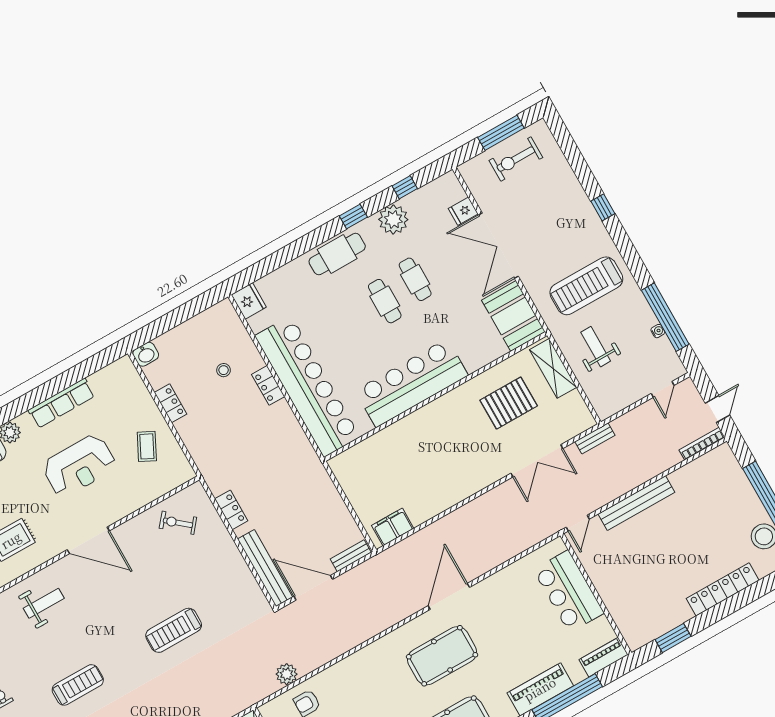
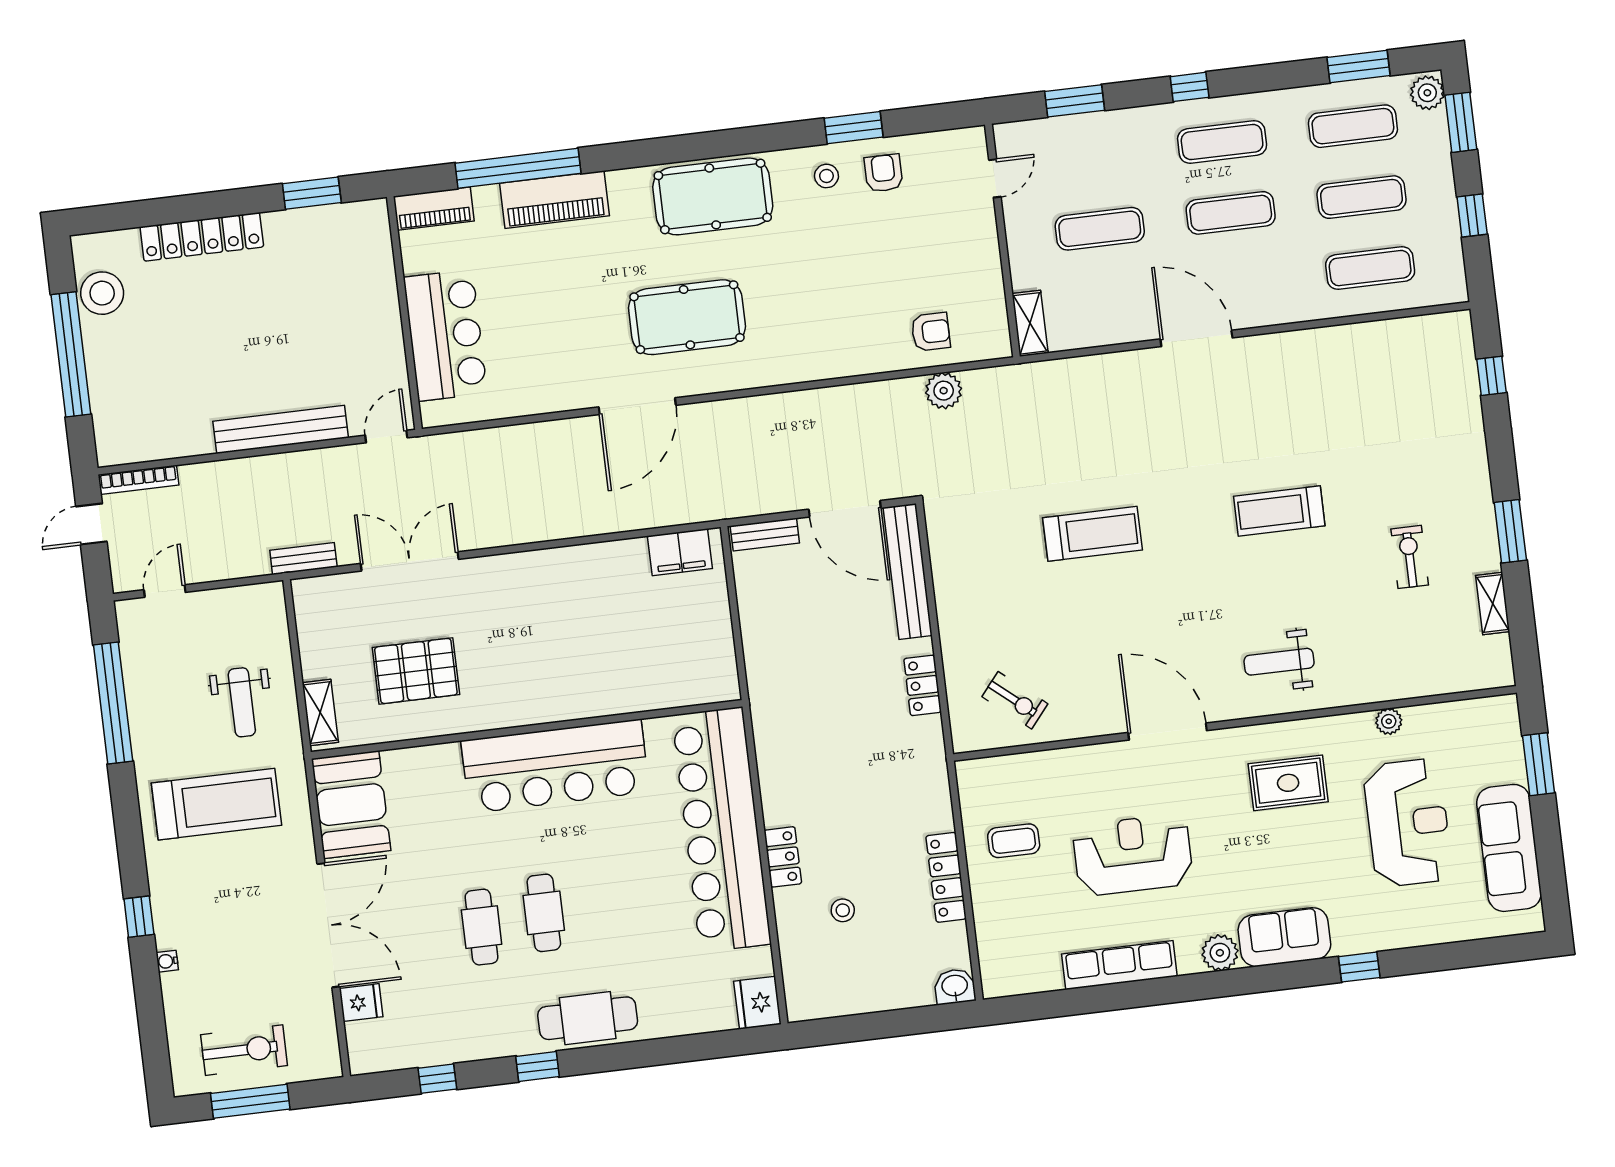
plant: (393, 220) -> (477, 1035), removed
water cooler: (658, 331) -> (167, 961), moved
shelving: (553, 368) -> (320, 712), width x0.67, depth x0.75
locker: (171, 403) -> (946, 877), width x1.53
coffee table: (147, 446) -> (1014, 841), turned 63

